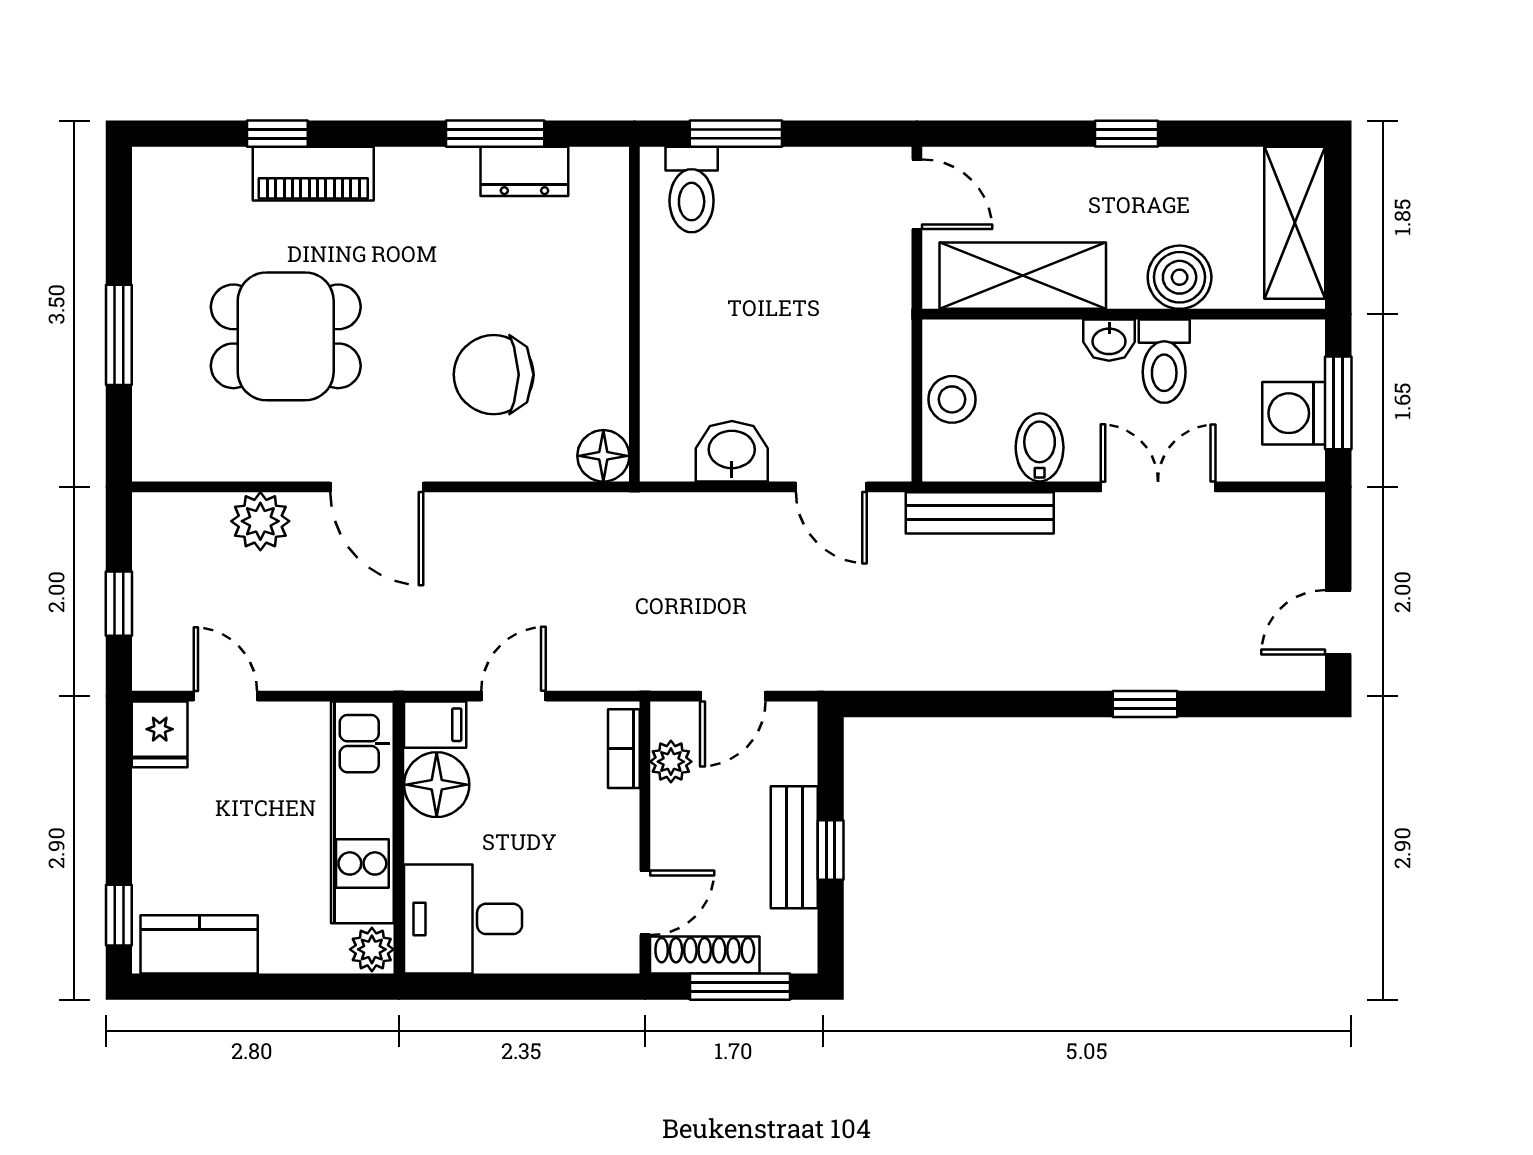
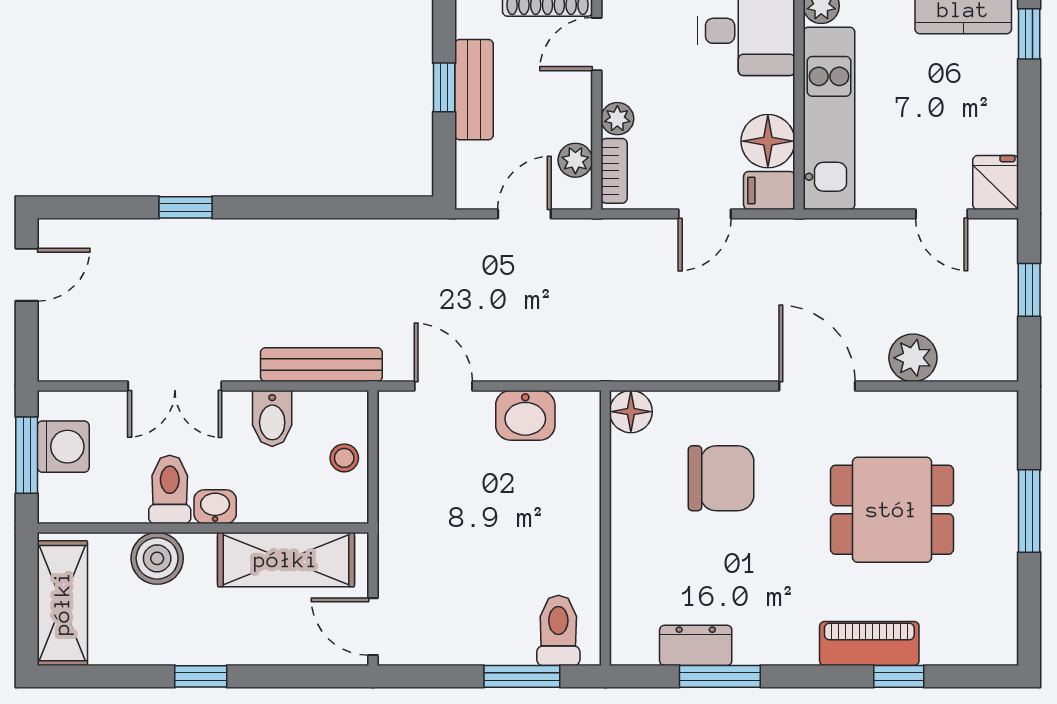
stool: (952, 399) -> (344, 458), width x0.73, depth x0.73
plant: (620, 812) -> (617, 119), added

